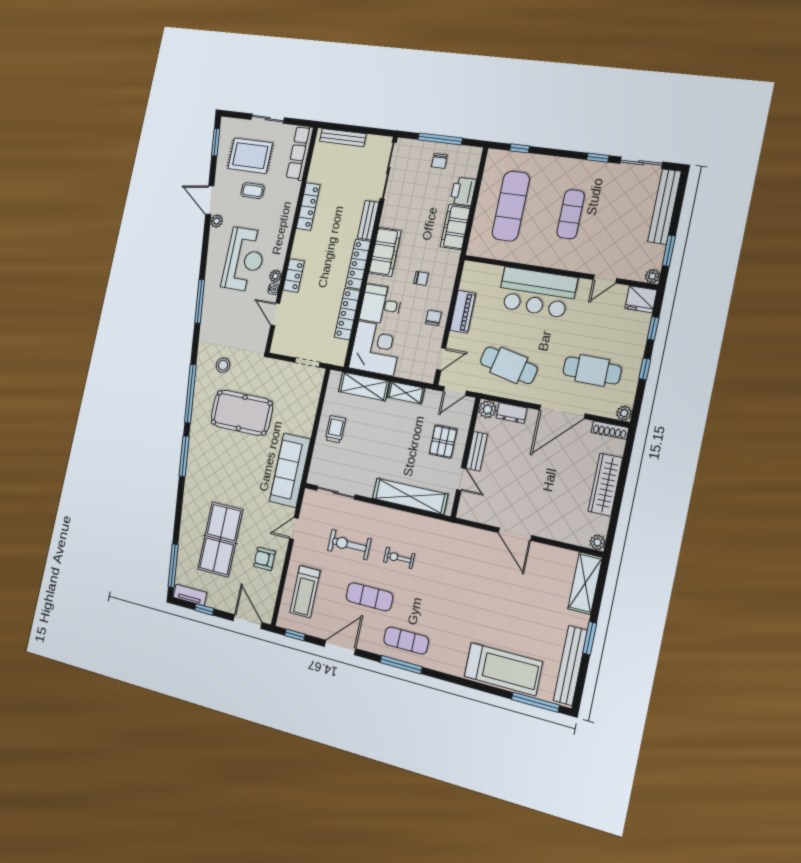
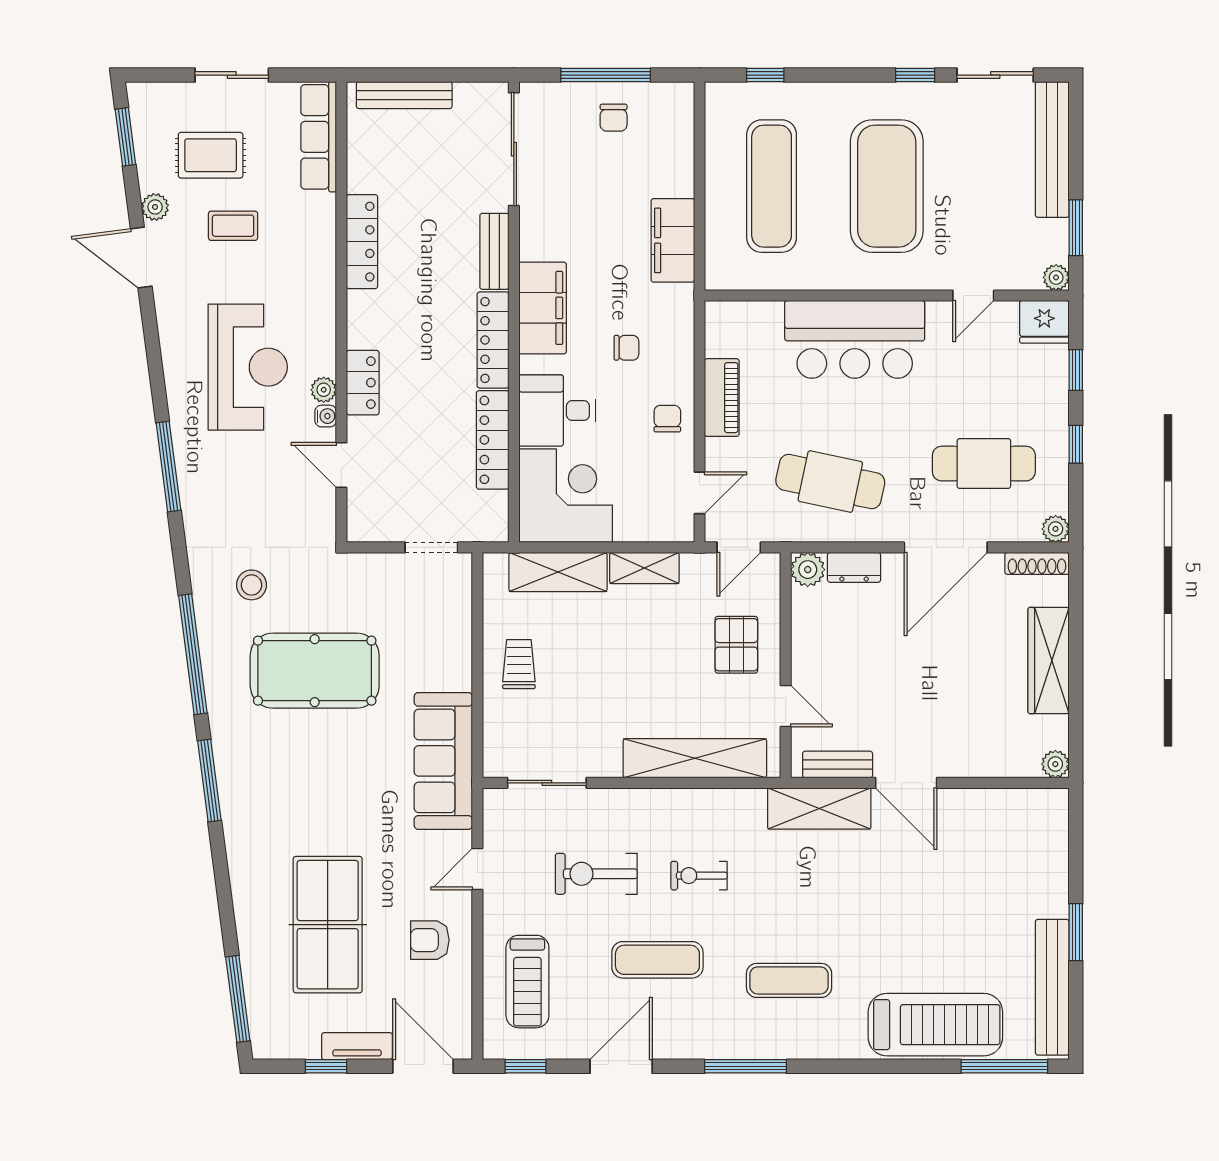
rug: (250, 156) -> (211, 155), width x0.73, depth x0.70
printer: (463, 191) -> (673, 170), removed
exercise mat: (571, 214) -> (887, 186), width x2.00, depth x1.45
plant: (217, 221) -> (155, 207), moved
bench: (477, 451) -> (838, 765), moved, turned 90
shelving: (585, 583) -> (819, 808), moved, turned 90
tv unit: (190, 595) -> (357, 1046), moved
exercise mat: (406, 641) -> (789, 980), moved

